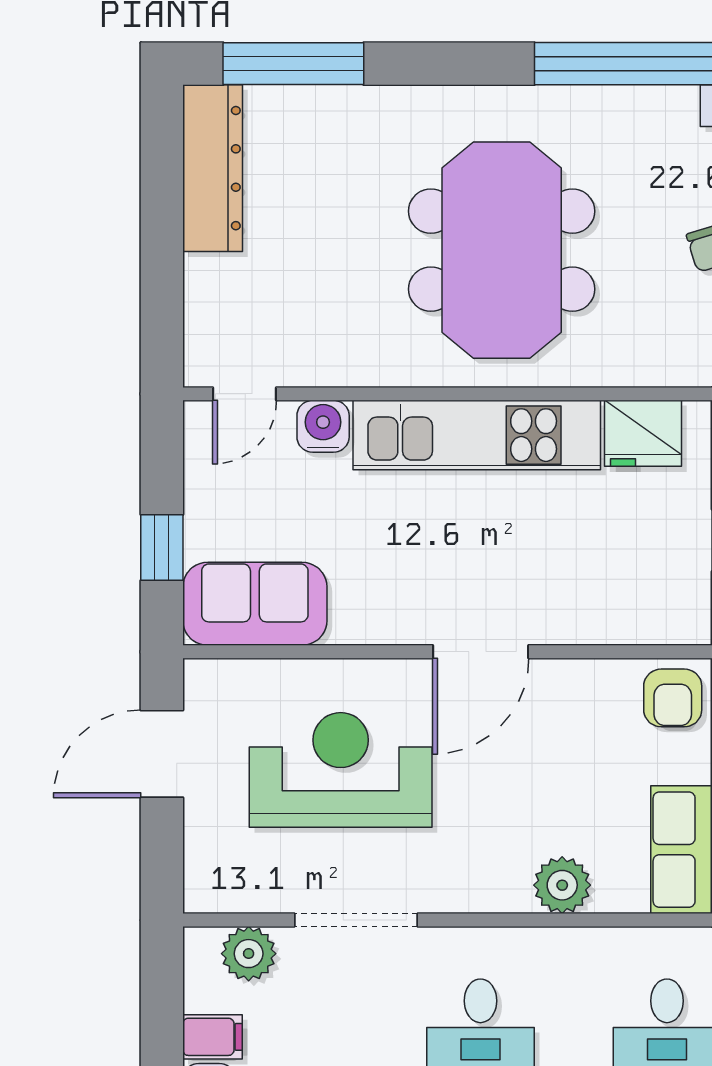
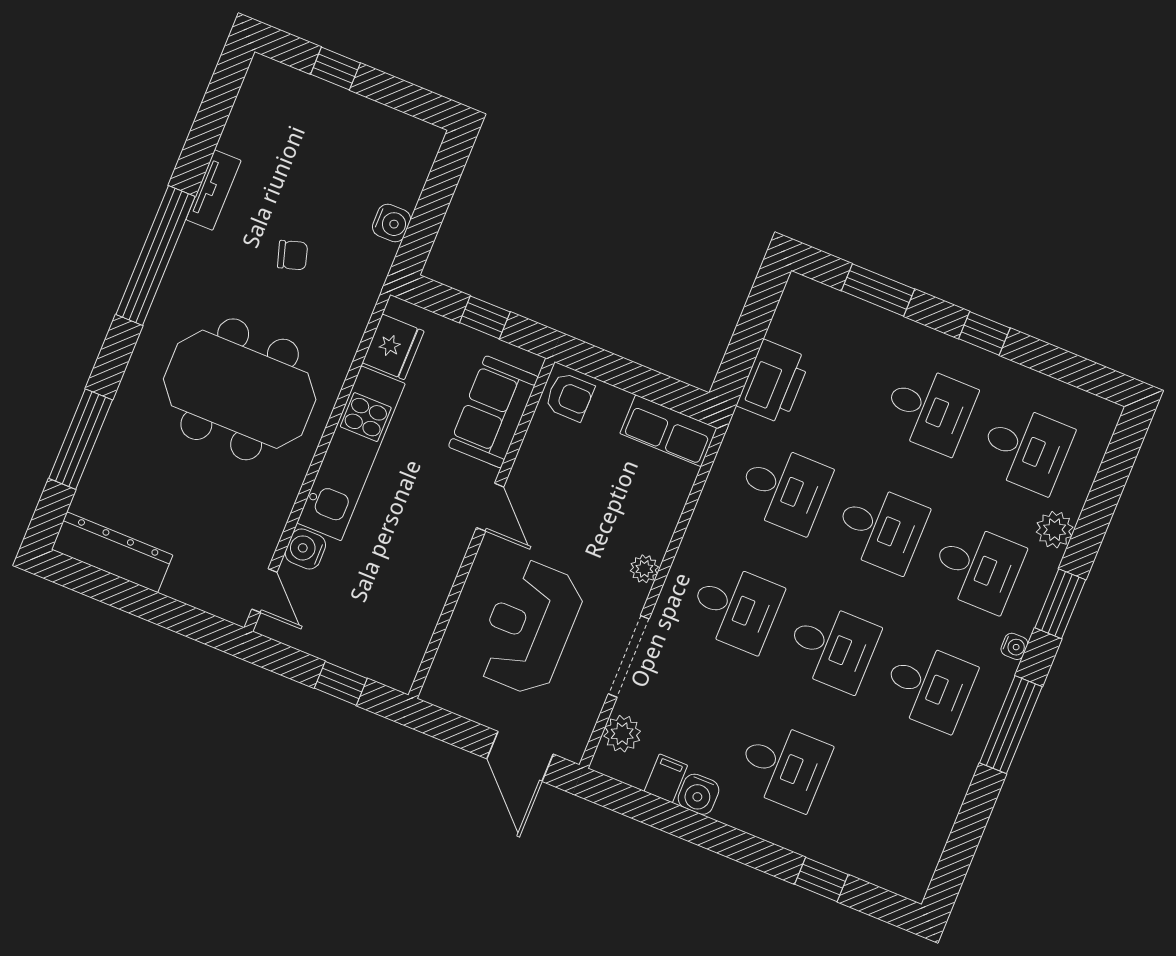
window: (293, 64) -> (81, 439), moved
sofa: (255, 604) -> (493, 412), moved
door: (481, 652) -> (490, 507), width x0.73
door: (162, 754) -> (520, 756), moved
plant: (562, 885) -> (644, 569), moved, width x0.73, depth x0.73

